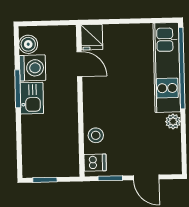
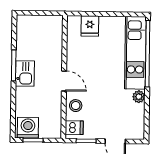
fridge: (92, 37) -> (90, 26), moved
boiler: (28, 44) -> (24, 30), removed
door: (79, 64) -> (64, 81), moved
washing machine: (32, 68) -> (28, 128), moved, turned -90

